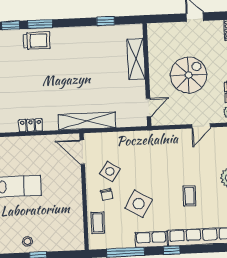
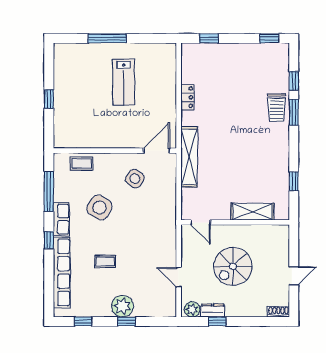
spiral stairs: (189, 75) -> (233, 266), turned 90
chair: (107, 194) -> (111, 174), removed
stool: (27, 241) -> (65, 88), removed

